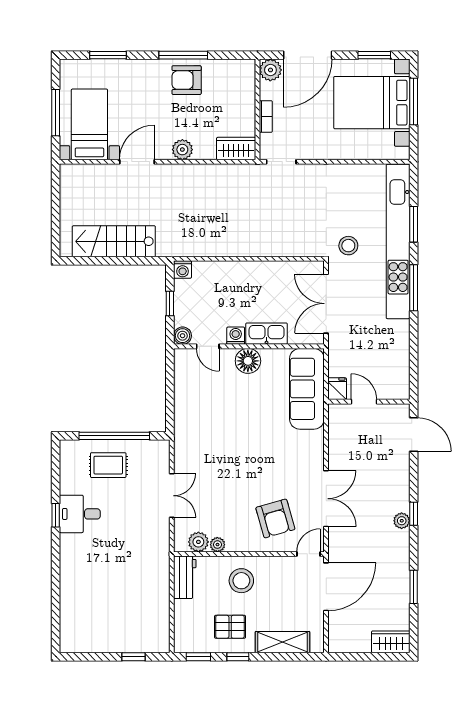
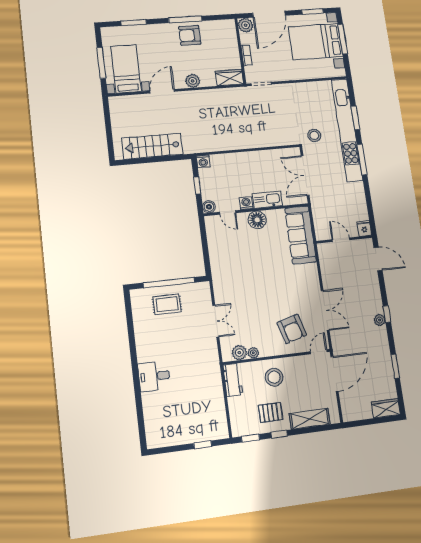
fridge: (337, 389) -> (364, 228), moved
desk: (80, 514) -> (154, 376), moved
window: (56, 515) -> (132, 346), removed

